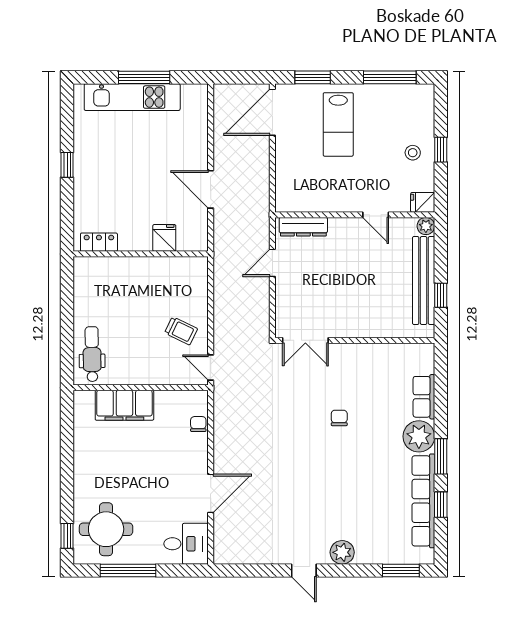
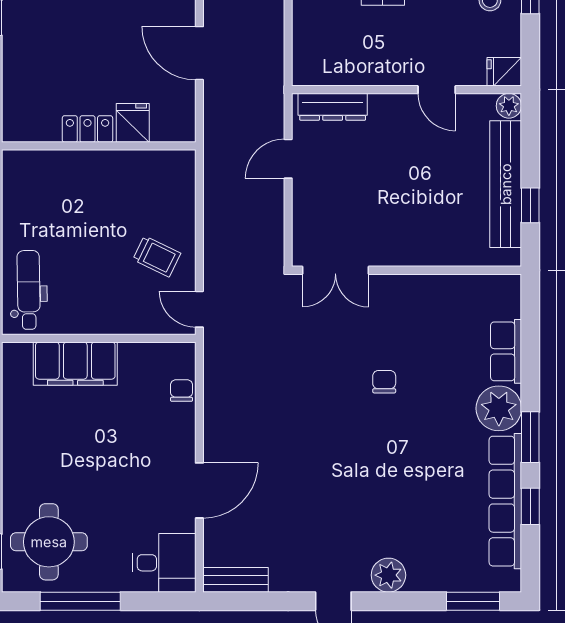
locker: (99, 242) -> (87, 129), moved
bench: (236, 556) -> (236, 580), added

